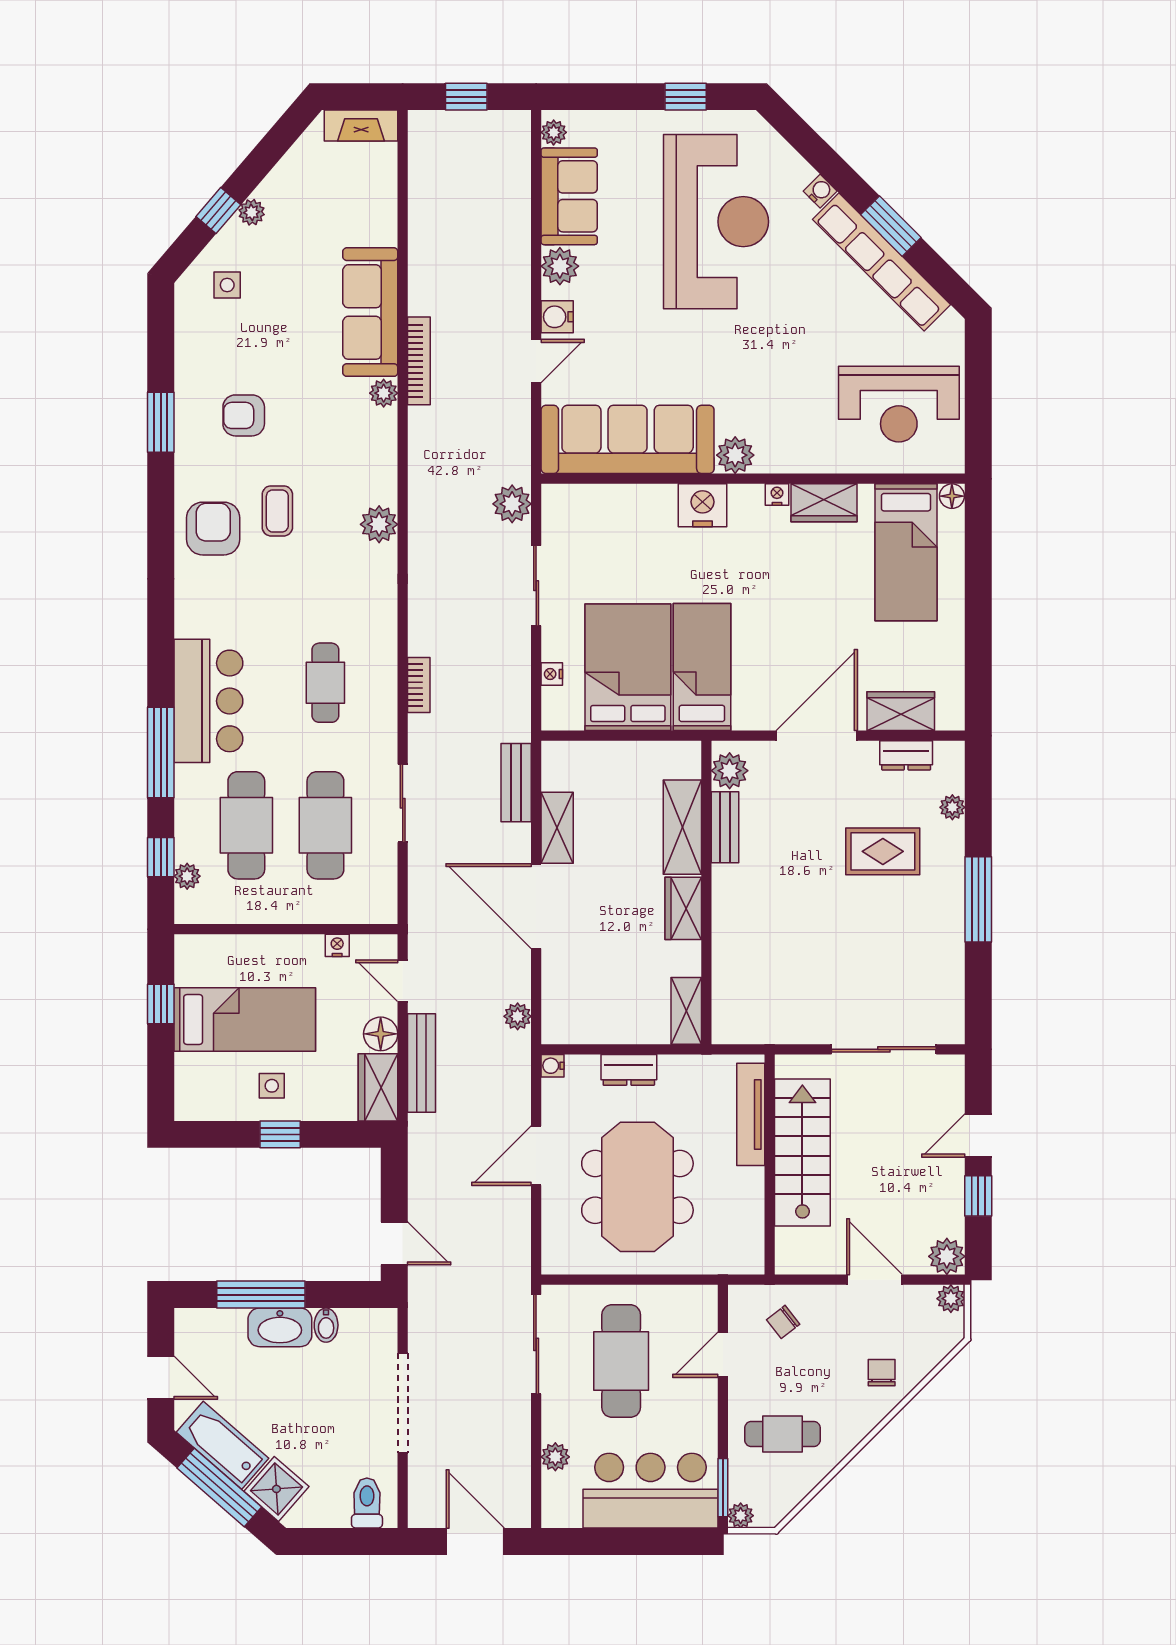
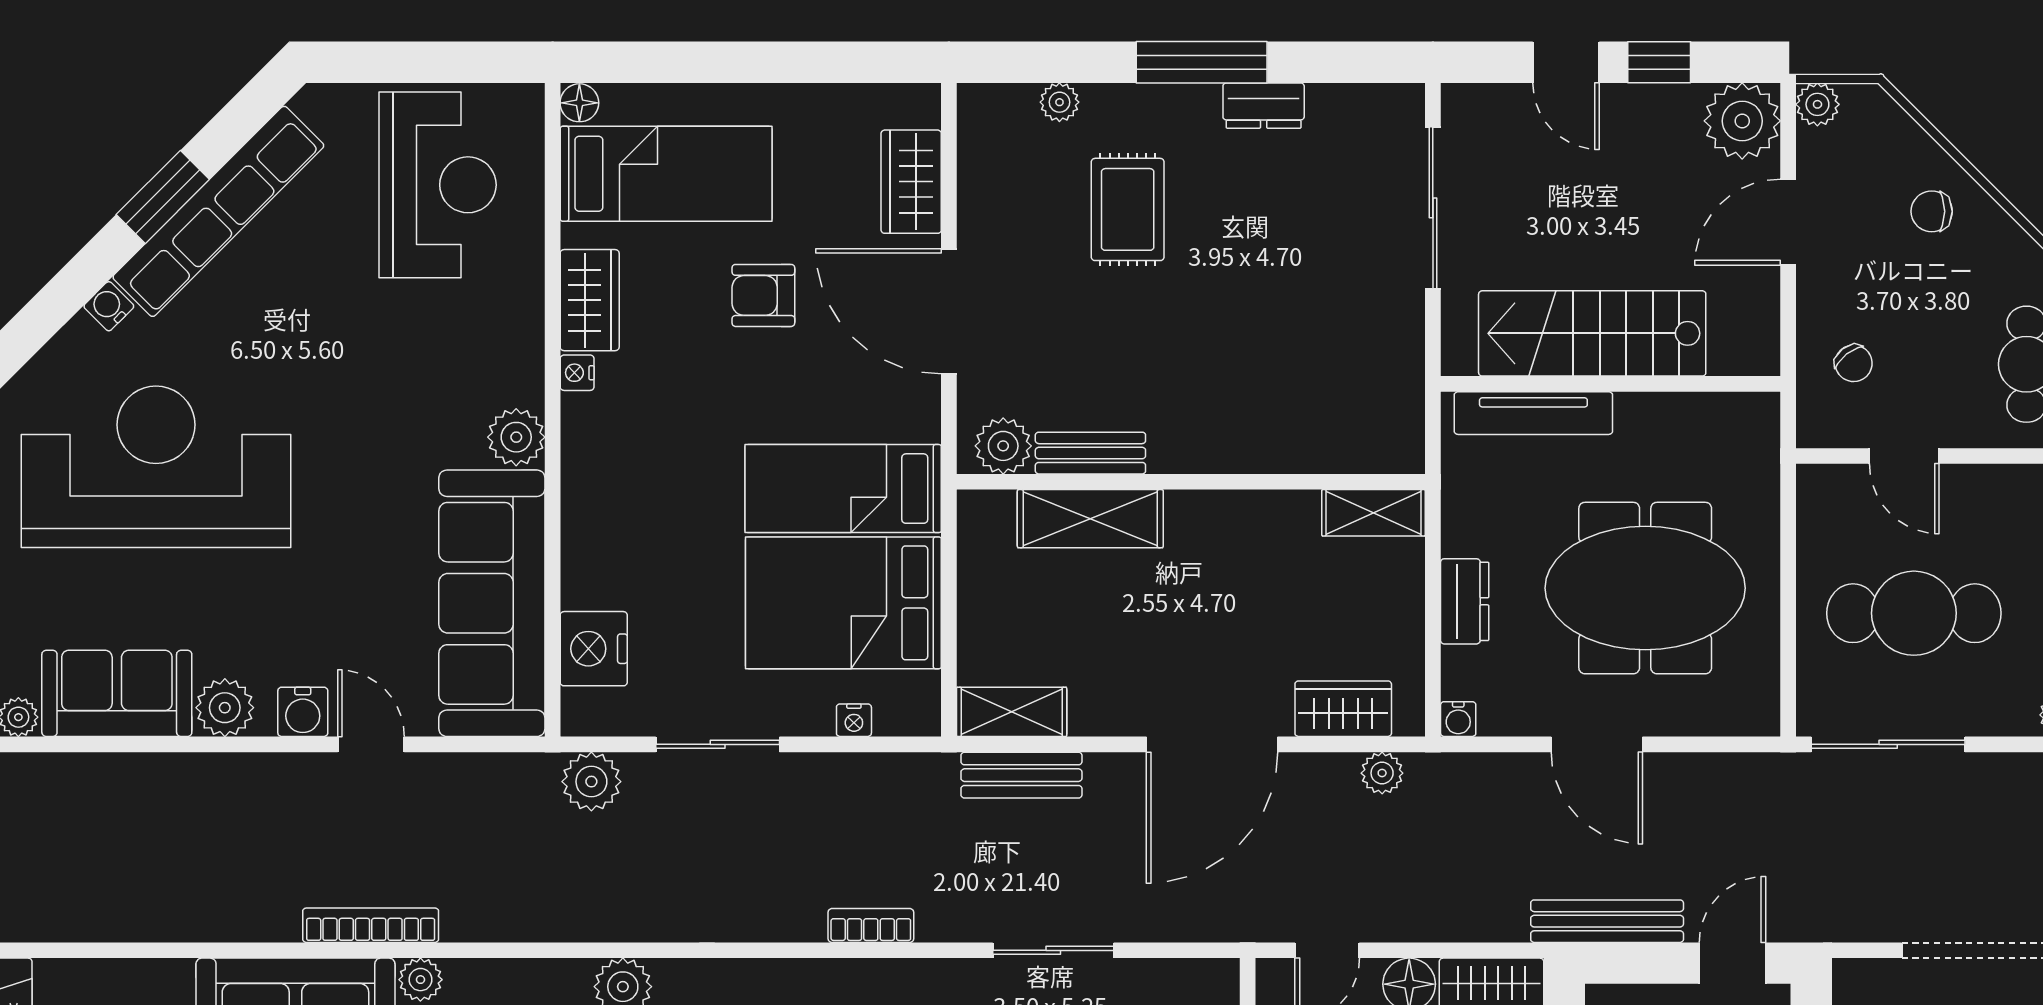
nightstand: (703, 505) -> (594, 649), moved
armchair: (827, 615) -> (763, 295), added
dresser: (906, 755) -> (1264, 106), moved, turned 90
shelving: (557, 828) -> (1012, 712), moved
wardrobe: (683, 908) -> (1343, 709), moved, turned 180
bench: (421, 1063) -> (1607, 921), moved
plant: (947, 1256) -> (1742, 121), width x1.36, depth x1.36

